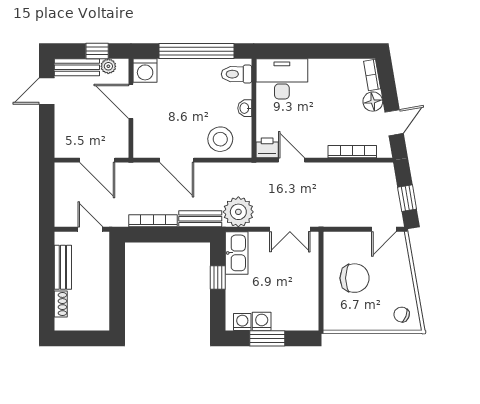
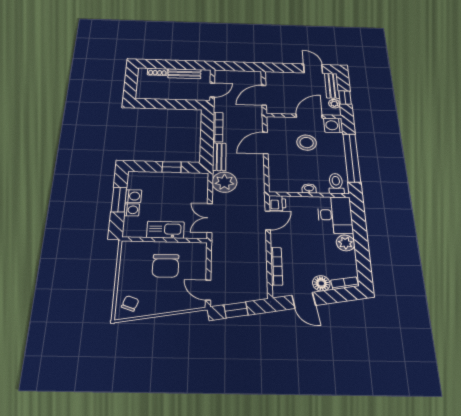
plant: (320, 70) -> (346, 243), added
stool: (220, 139) -> (307, 143), moved
kitchen sink: (237, 253) -> (165, 230), moved, turned 180
washing machine: (242, 322) -> (132, 210), moved

